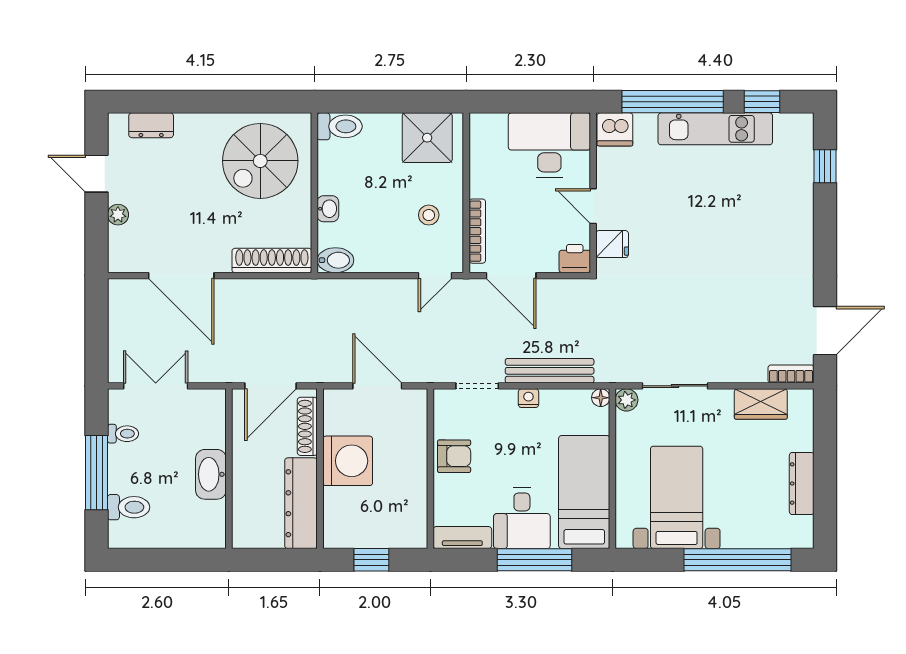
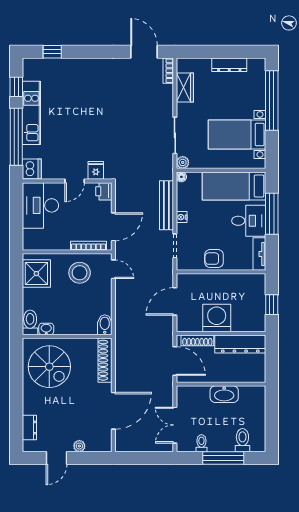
washbasin: (328, 209) -> (46, 329), moved
stool: (429, 215) -> (80, 273), width x1.89, depth x1.89
armchair: (454, 456) -> (214, 259), turned -90

